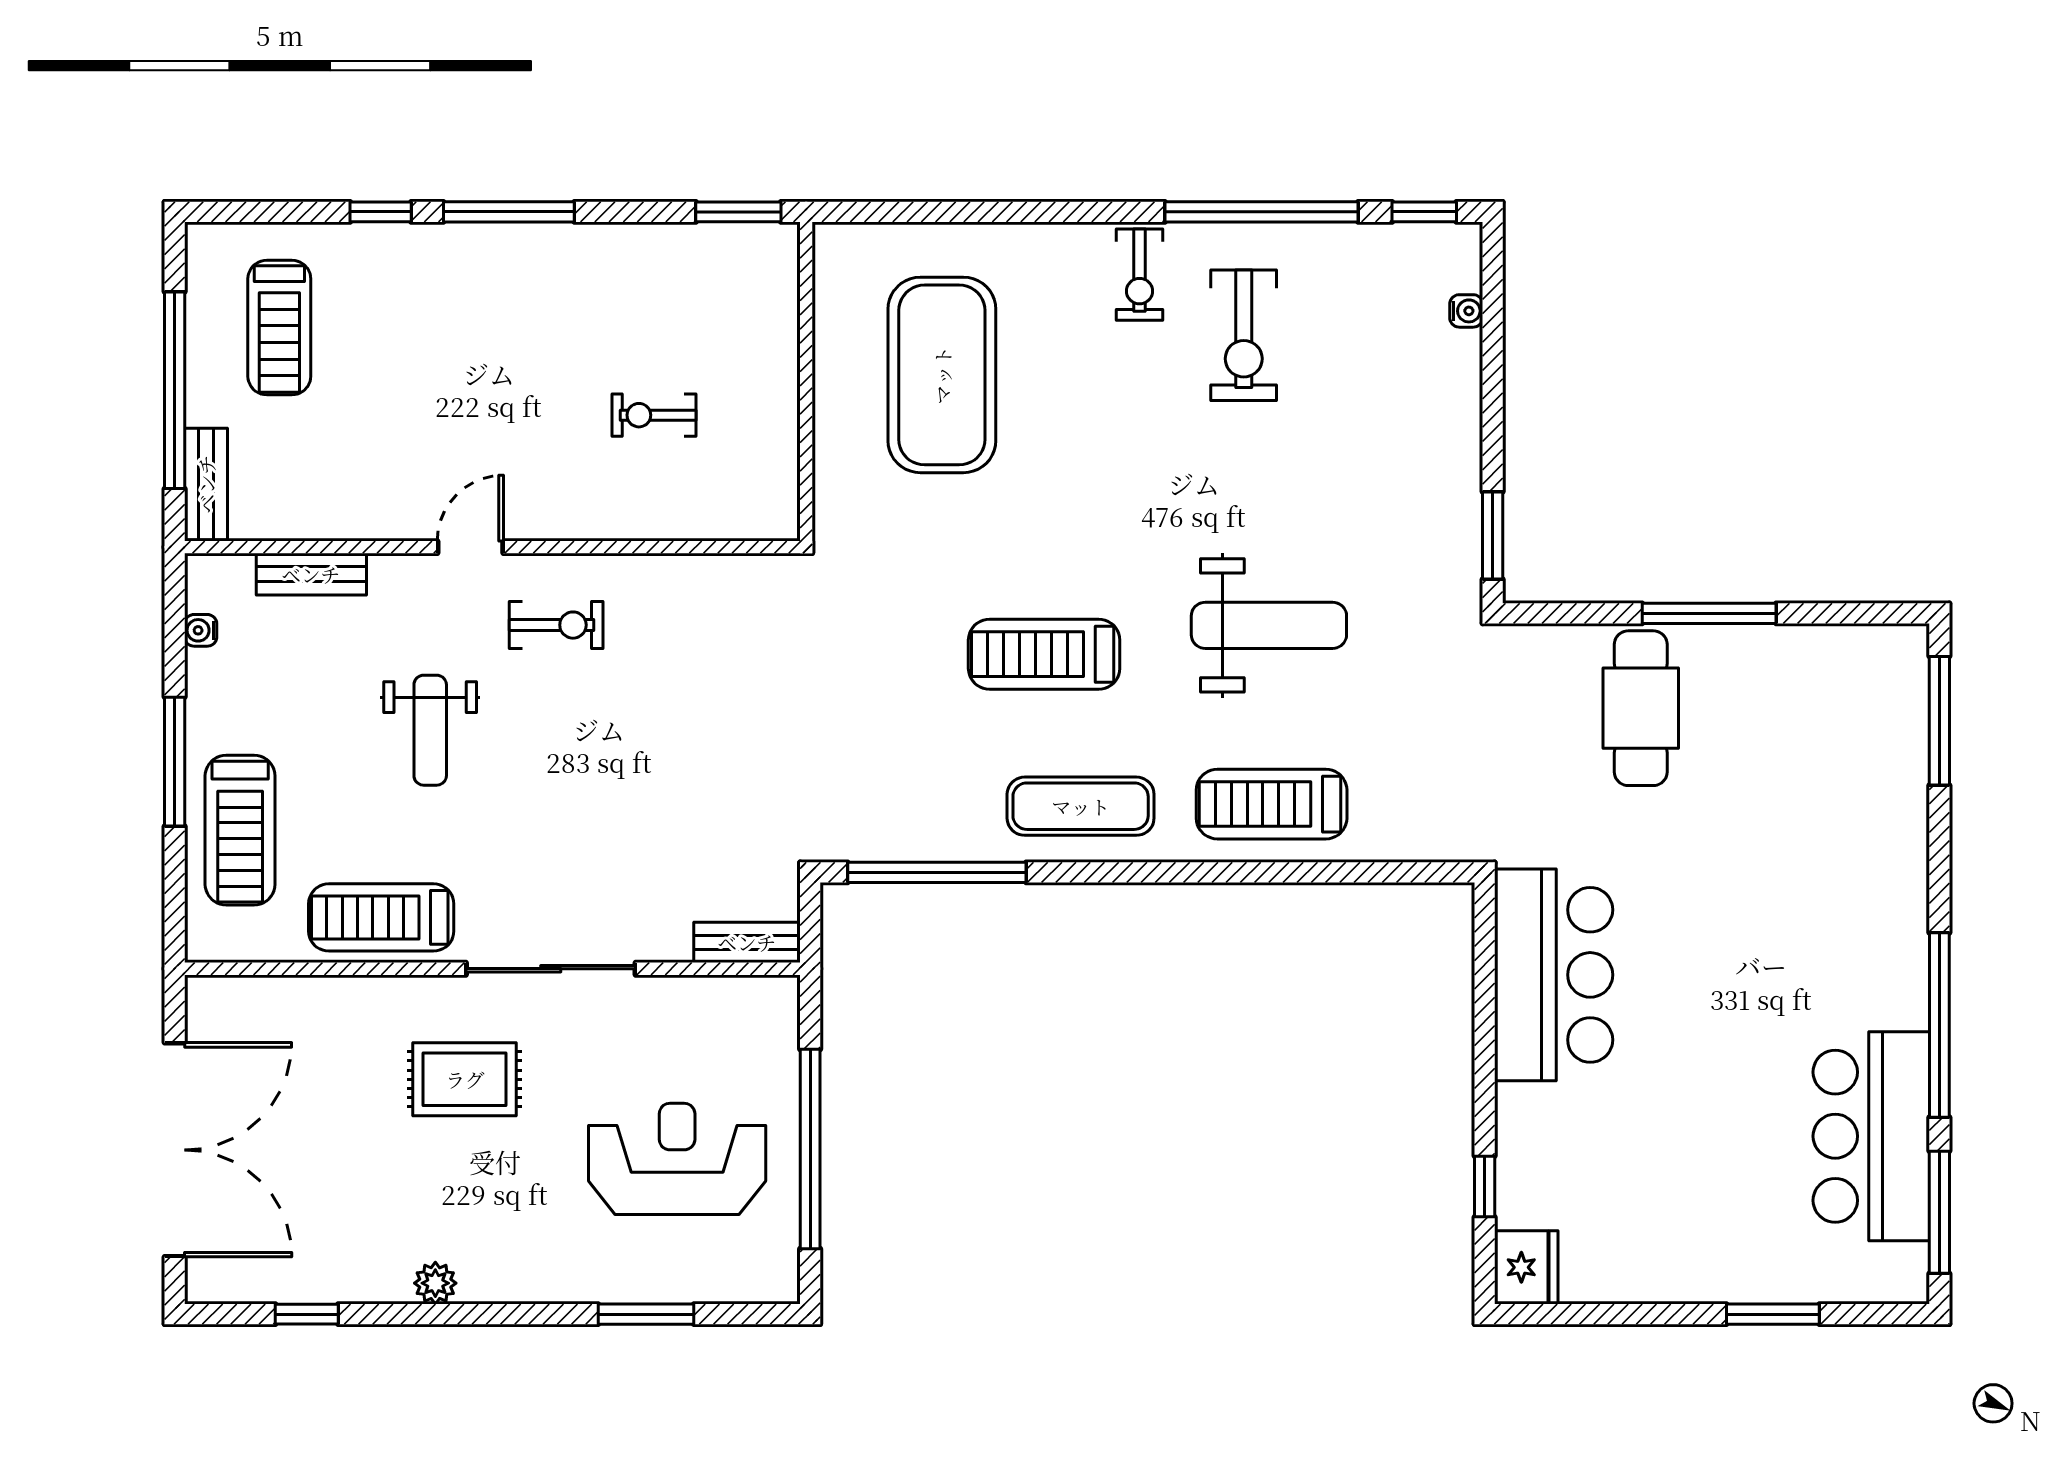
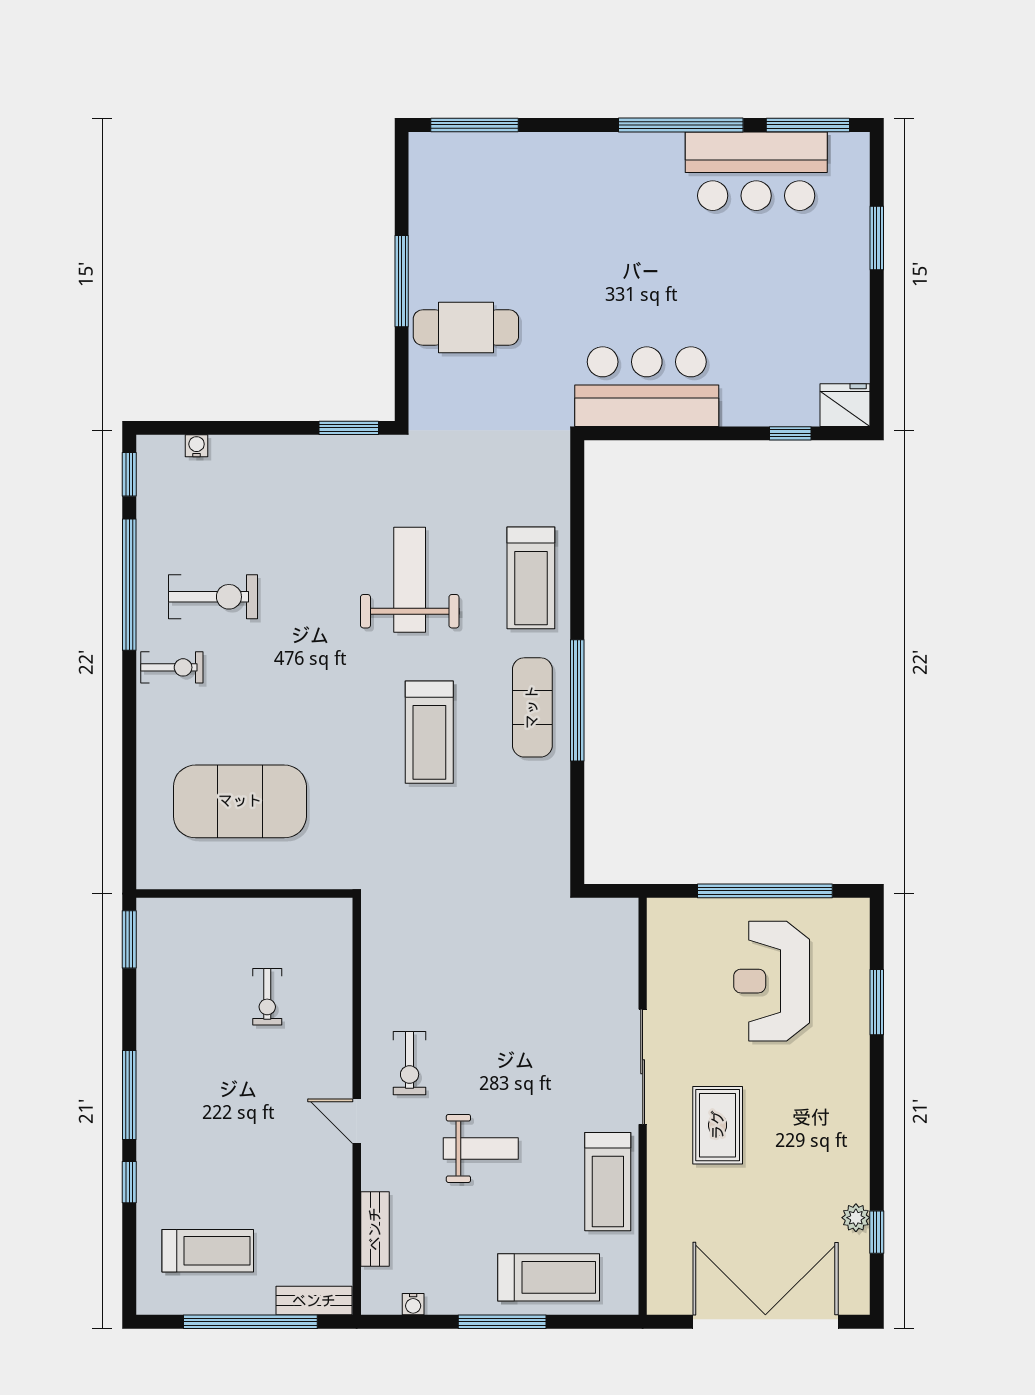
exercise bike: (556, 625) -> (410, 1063), turned 180
window: (937, 872) -> (577, 700), moved
bench: (747, 942) -> (625, 934), removed
plant: (435, 1283) -> (856, 1218), moved

